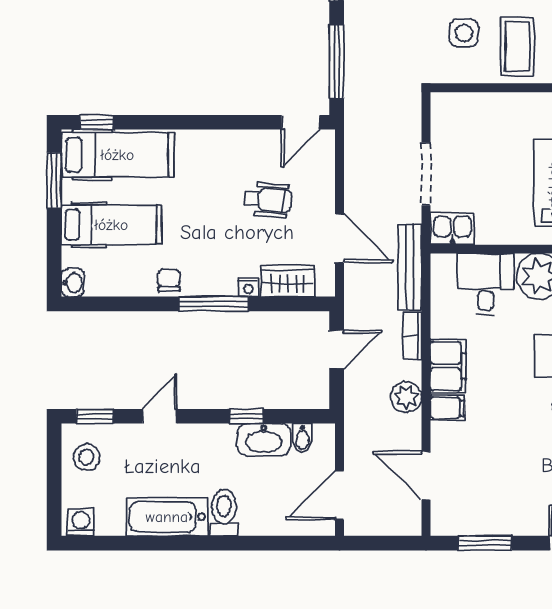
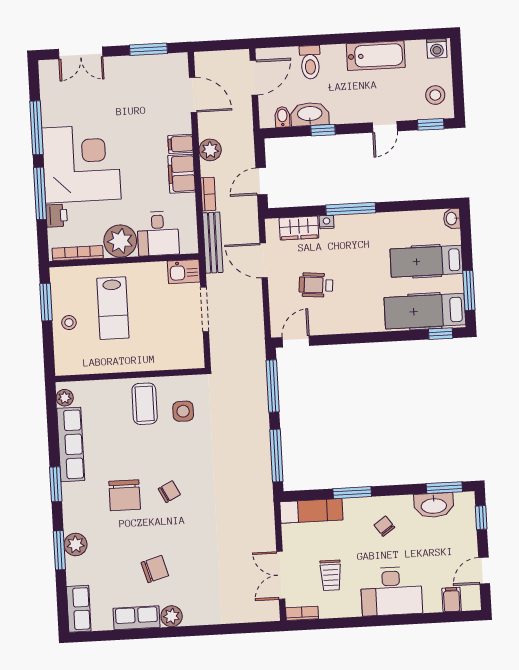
chair: (169, 280) -> (383, 224), removed
toilet: (224, 512) -> (310, 62), moved

